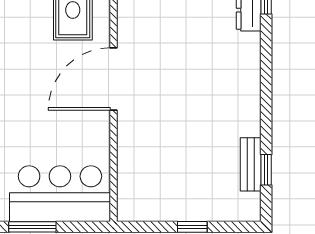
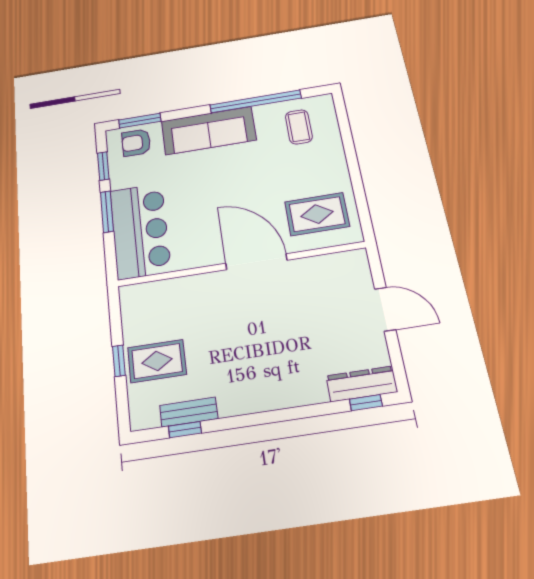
rug: (198, 190) -> (157, 361), added

